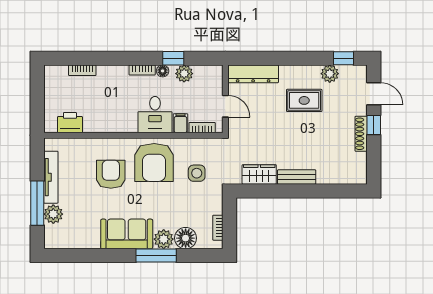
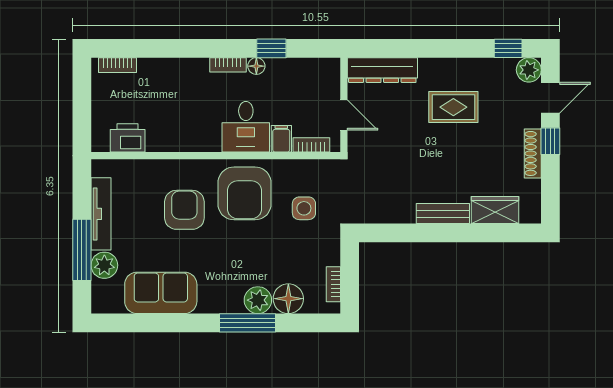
bookcase: (82, 70) -> (118, 65), moved
plant: (184, 74) -> (286, 70), removed
plant: (330, 74) -> (529, 70), moved
door: (374, 94) -> (550, 98), hinge flipped
wardrobe: (259, 174) -> (495, 210), moved
sofa: (127, 234) -> (161, 293), moved

